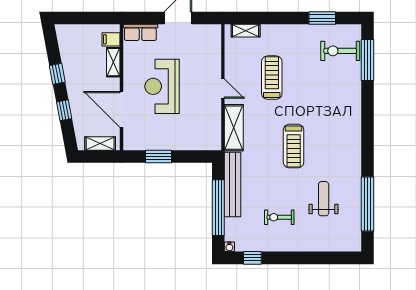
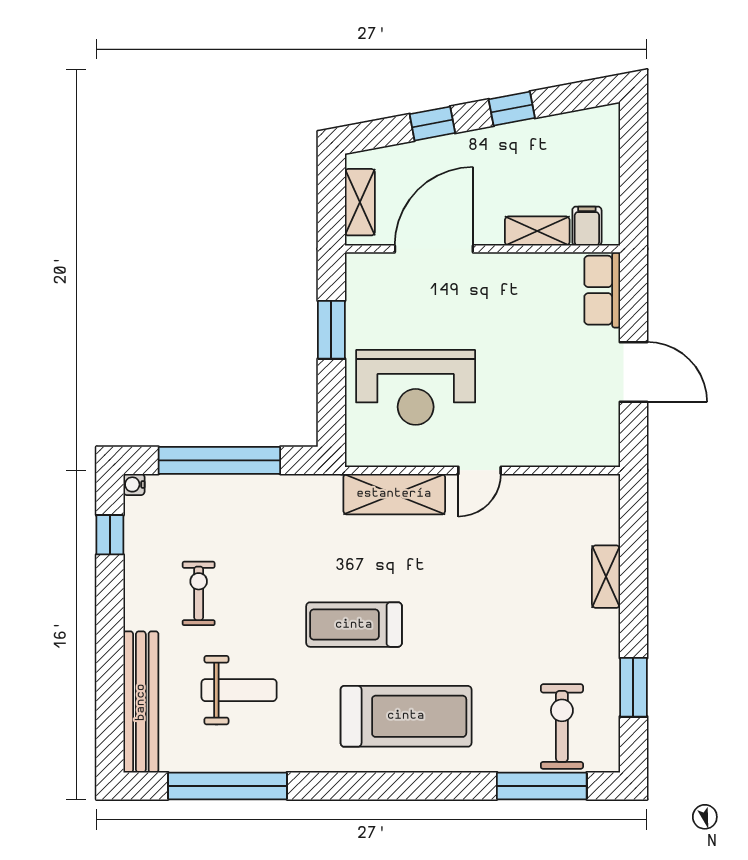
shelving: (246, 31) -> (606, 577), moved
treadmill: (272, 78) -> (406, 716), moved, width x1.37, depth x1.38
reception desk: (162, 86) -> (416, 387), moved, turned 180
bench: (233, 184) -> (141, 702), moved, turned 90

